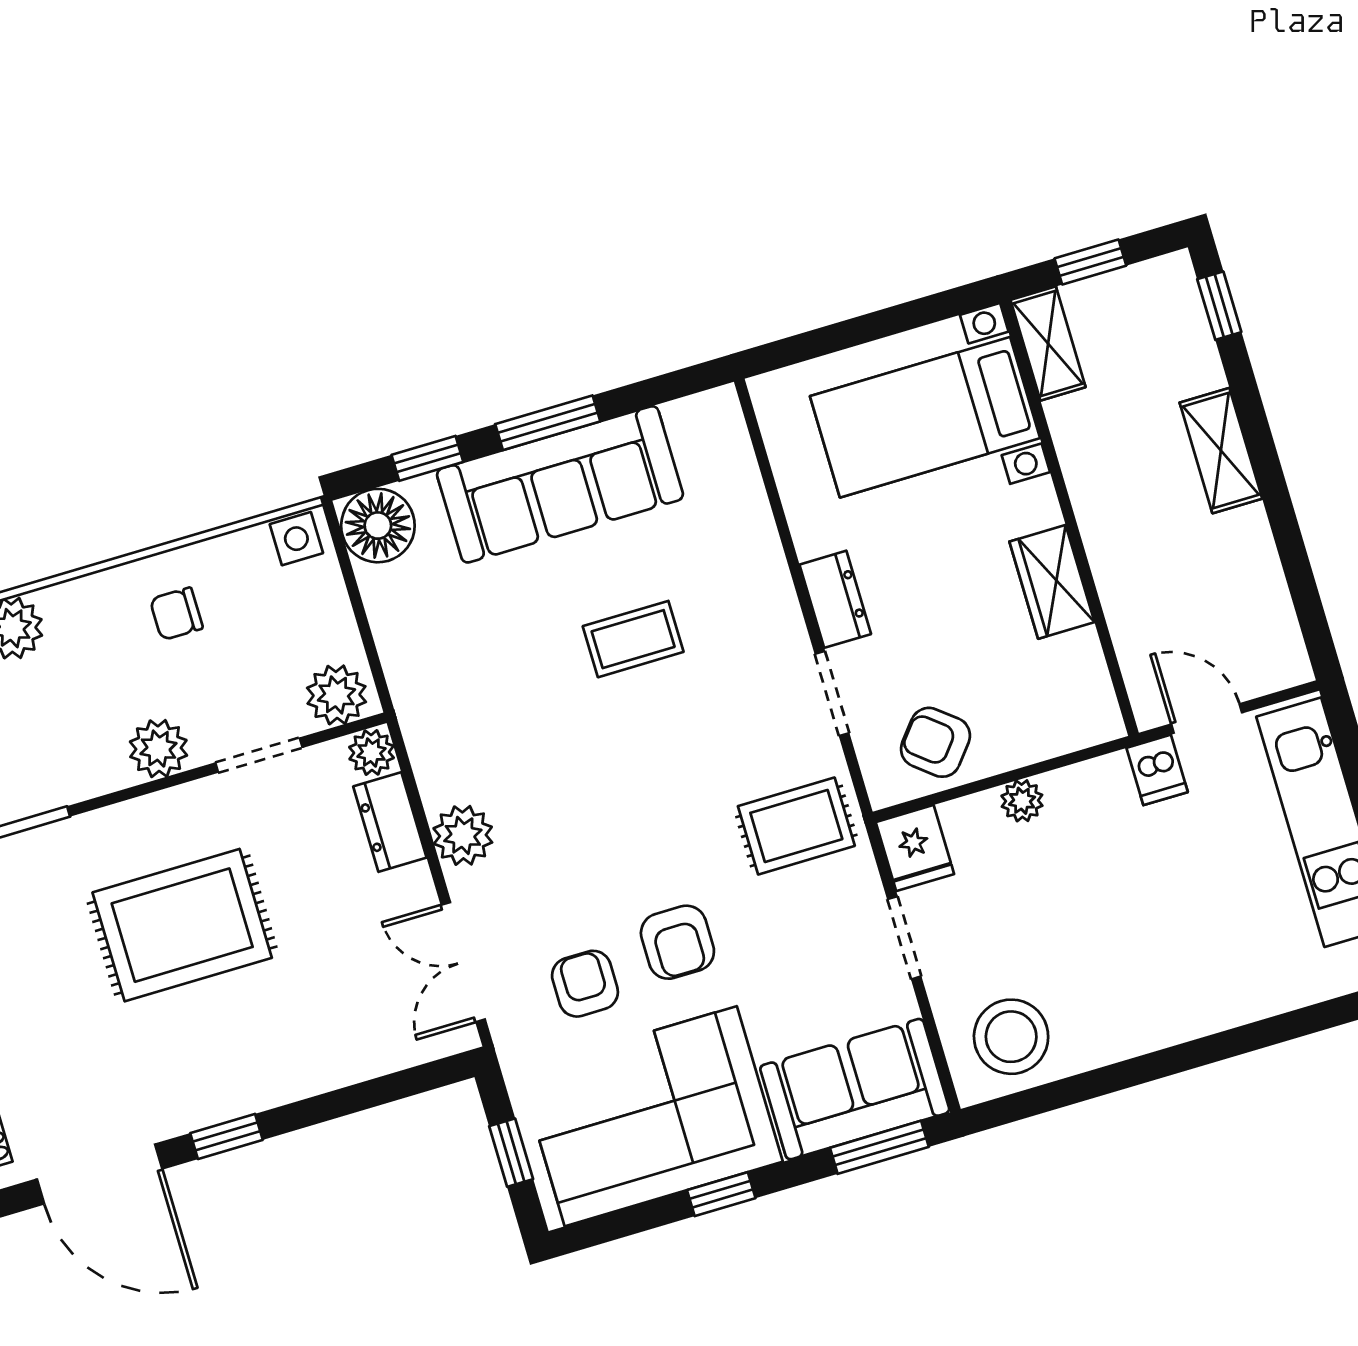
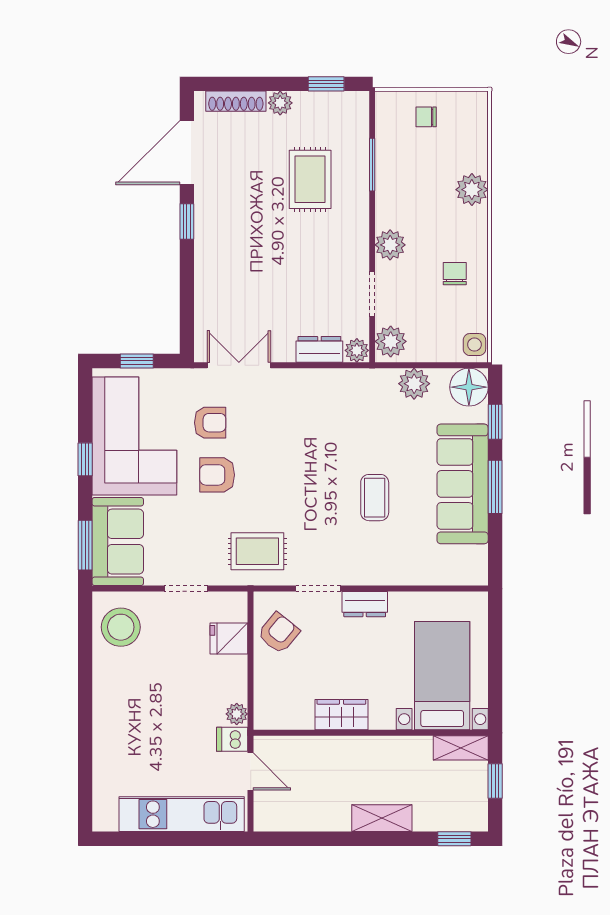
door: (1207, 718) -> (251, 772), hinge flipped
plant: (1022, 801) -> (237, 714), moved
rug: (796, 826) -> (257, 551), turned 90
plant: (463, 835) -> (414, 384), moved
fridge: (915, 848) -> (229, 639), moved
rug: (182, 925) -> (310, 179), moved, width x0.73, depth x0.70

